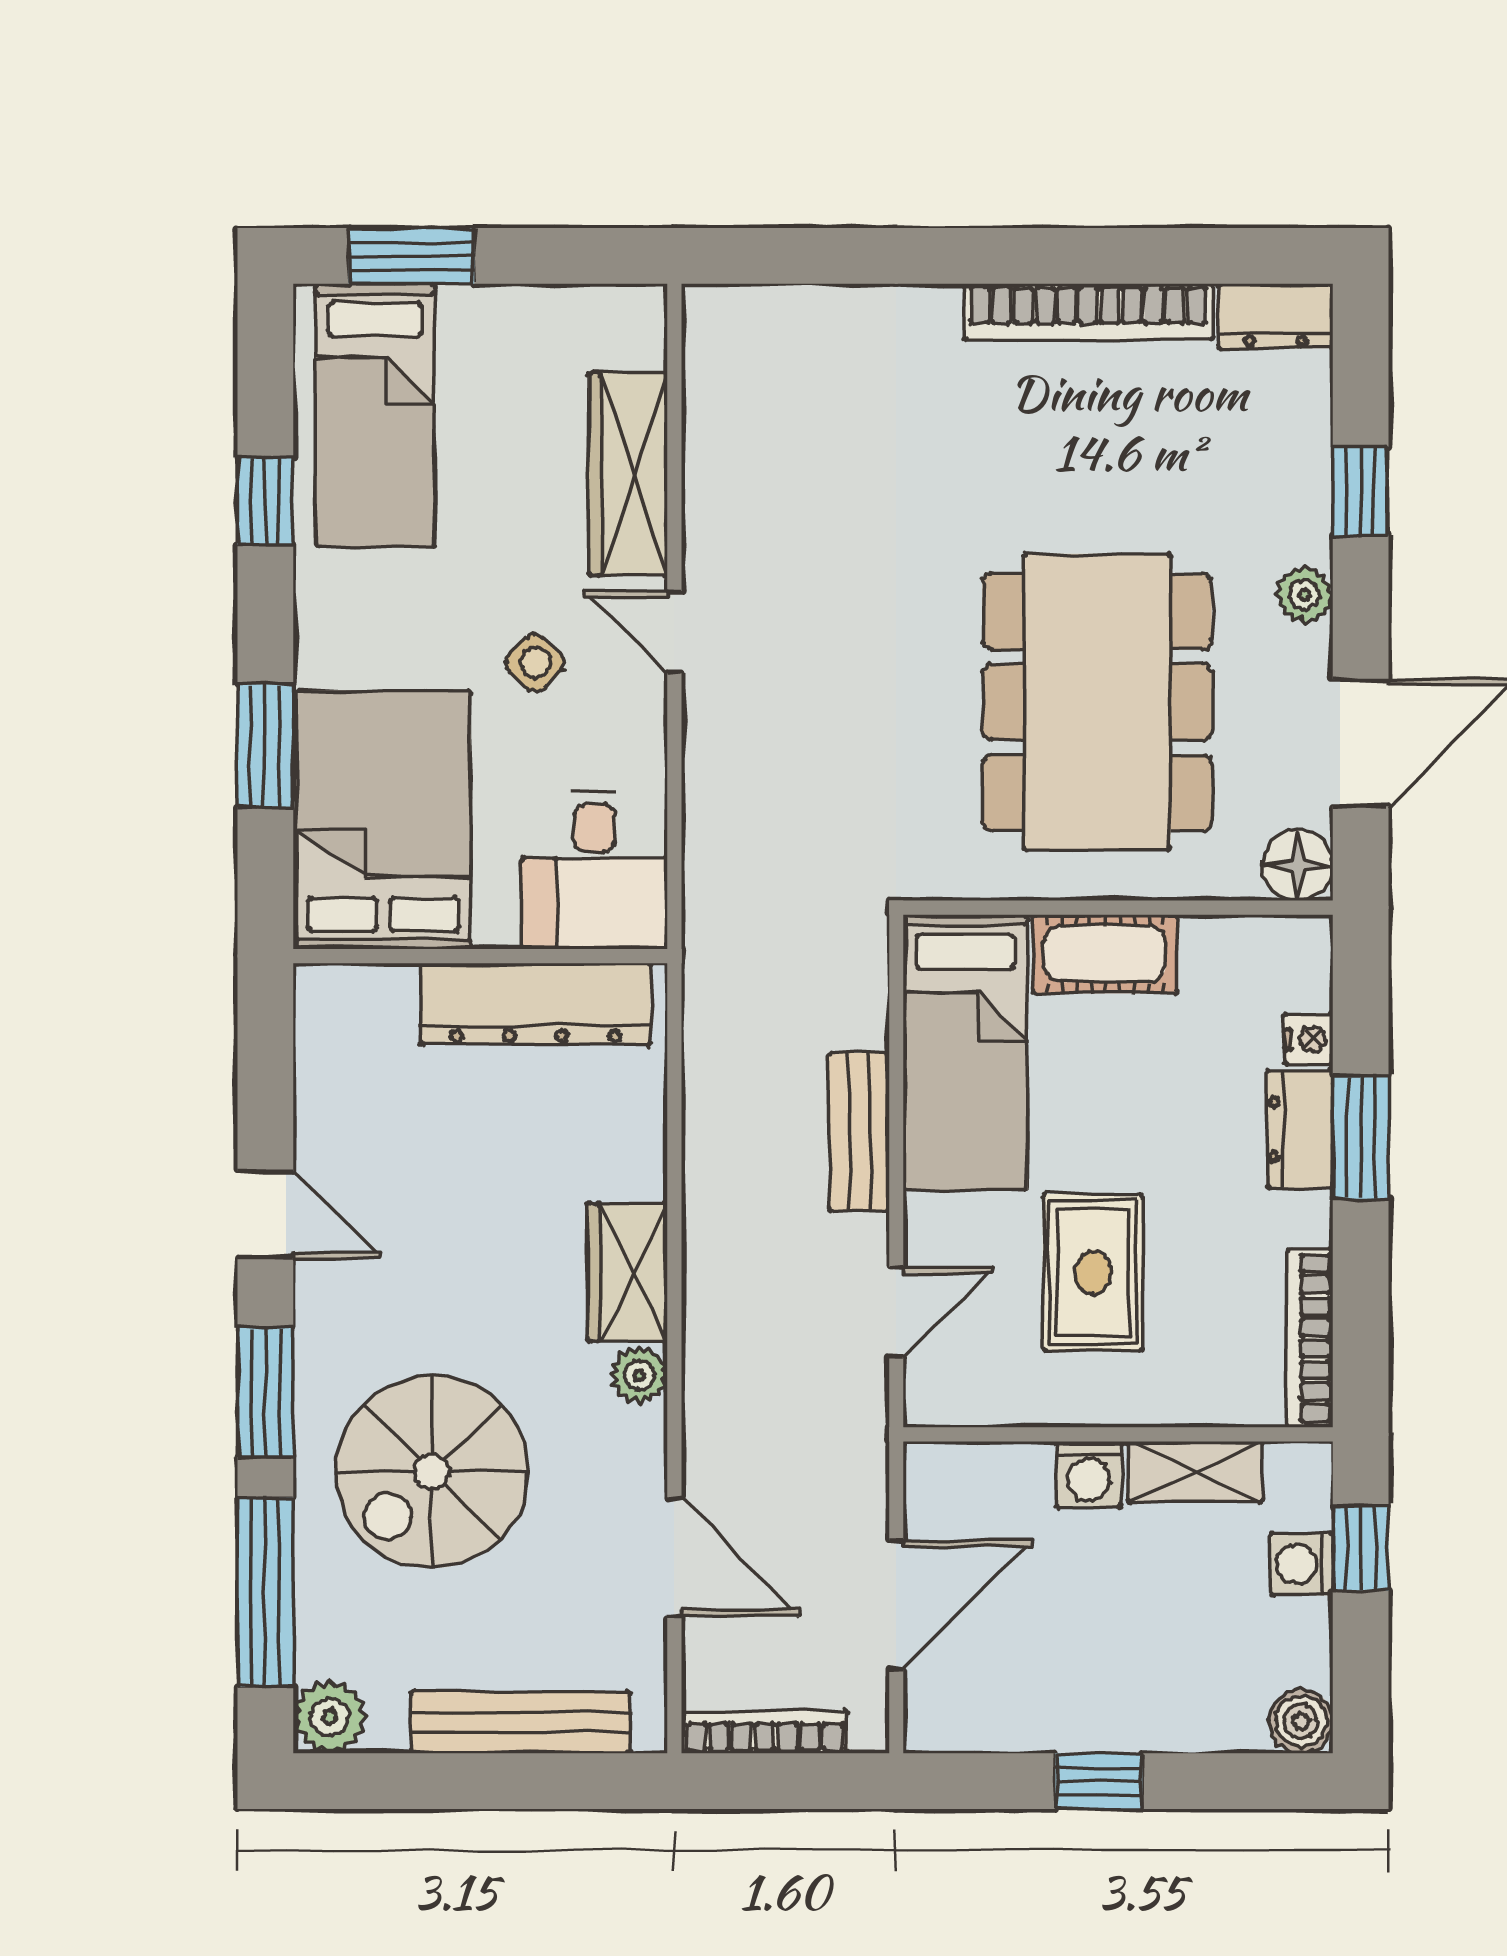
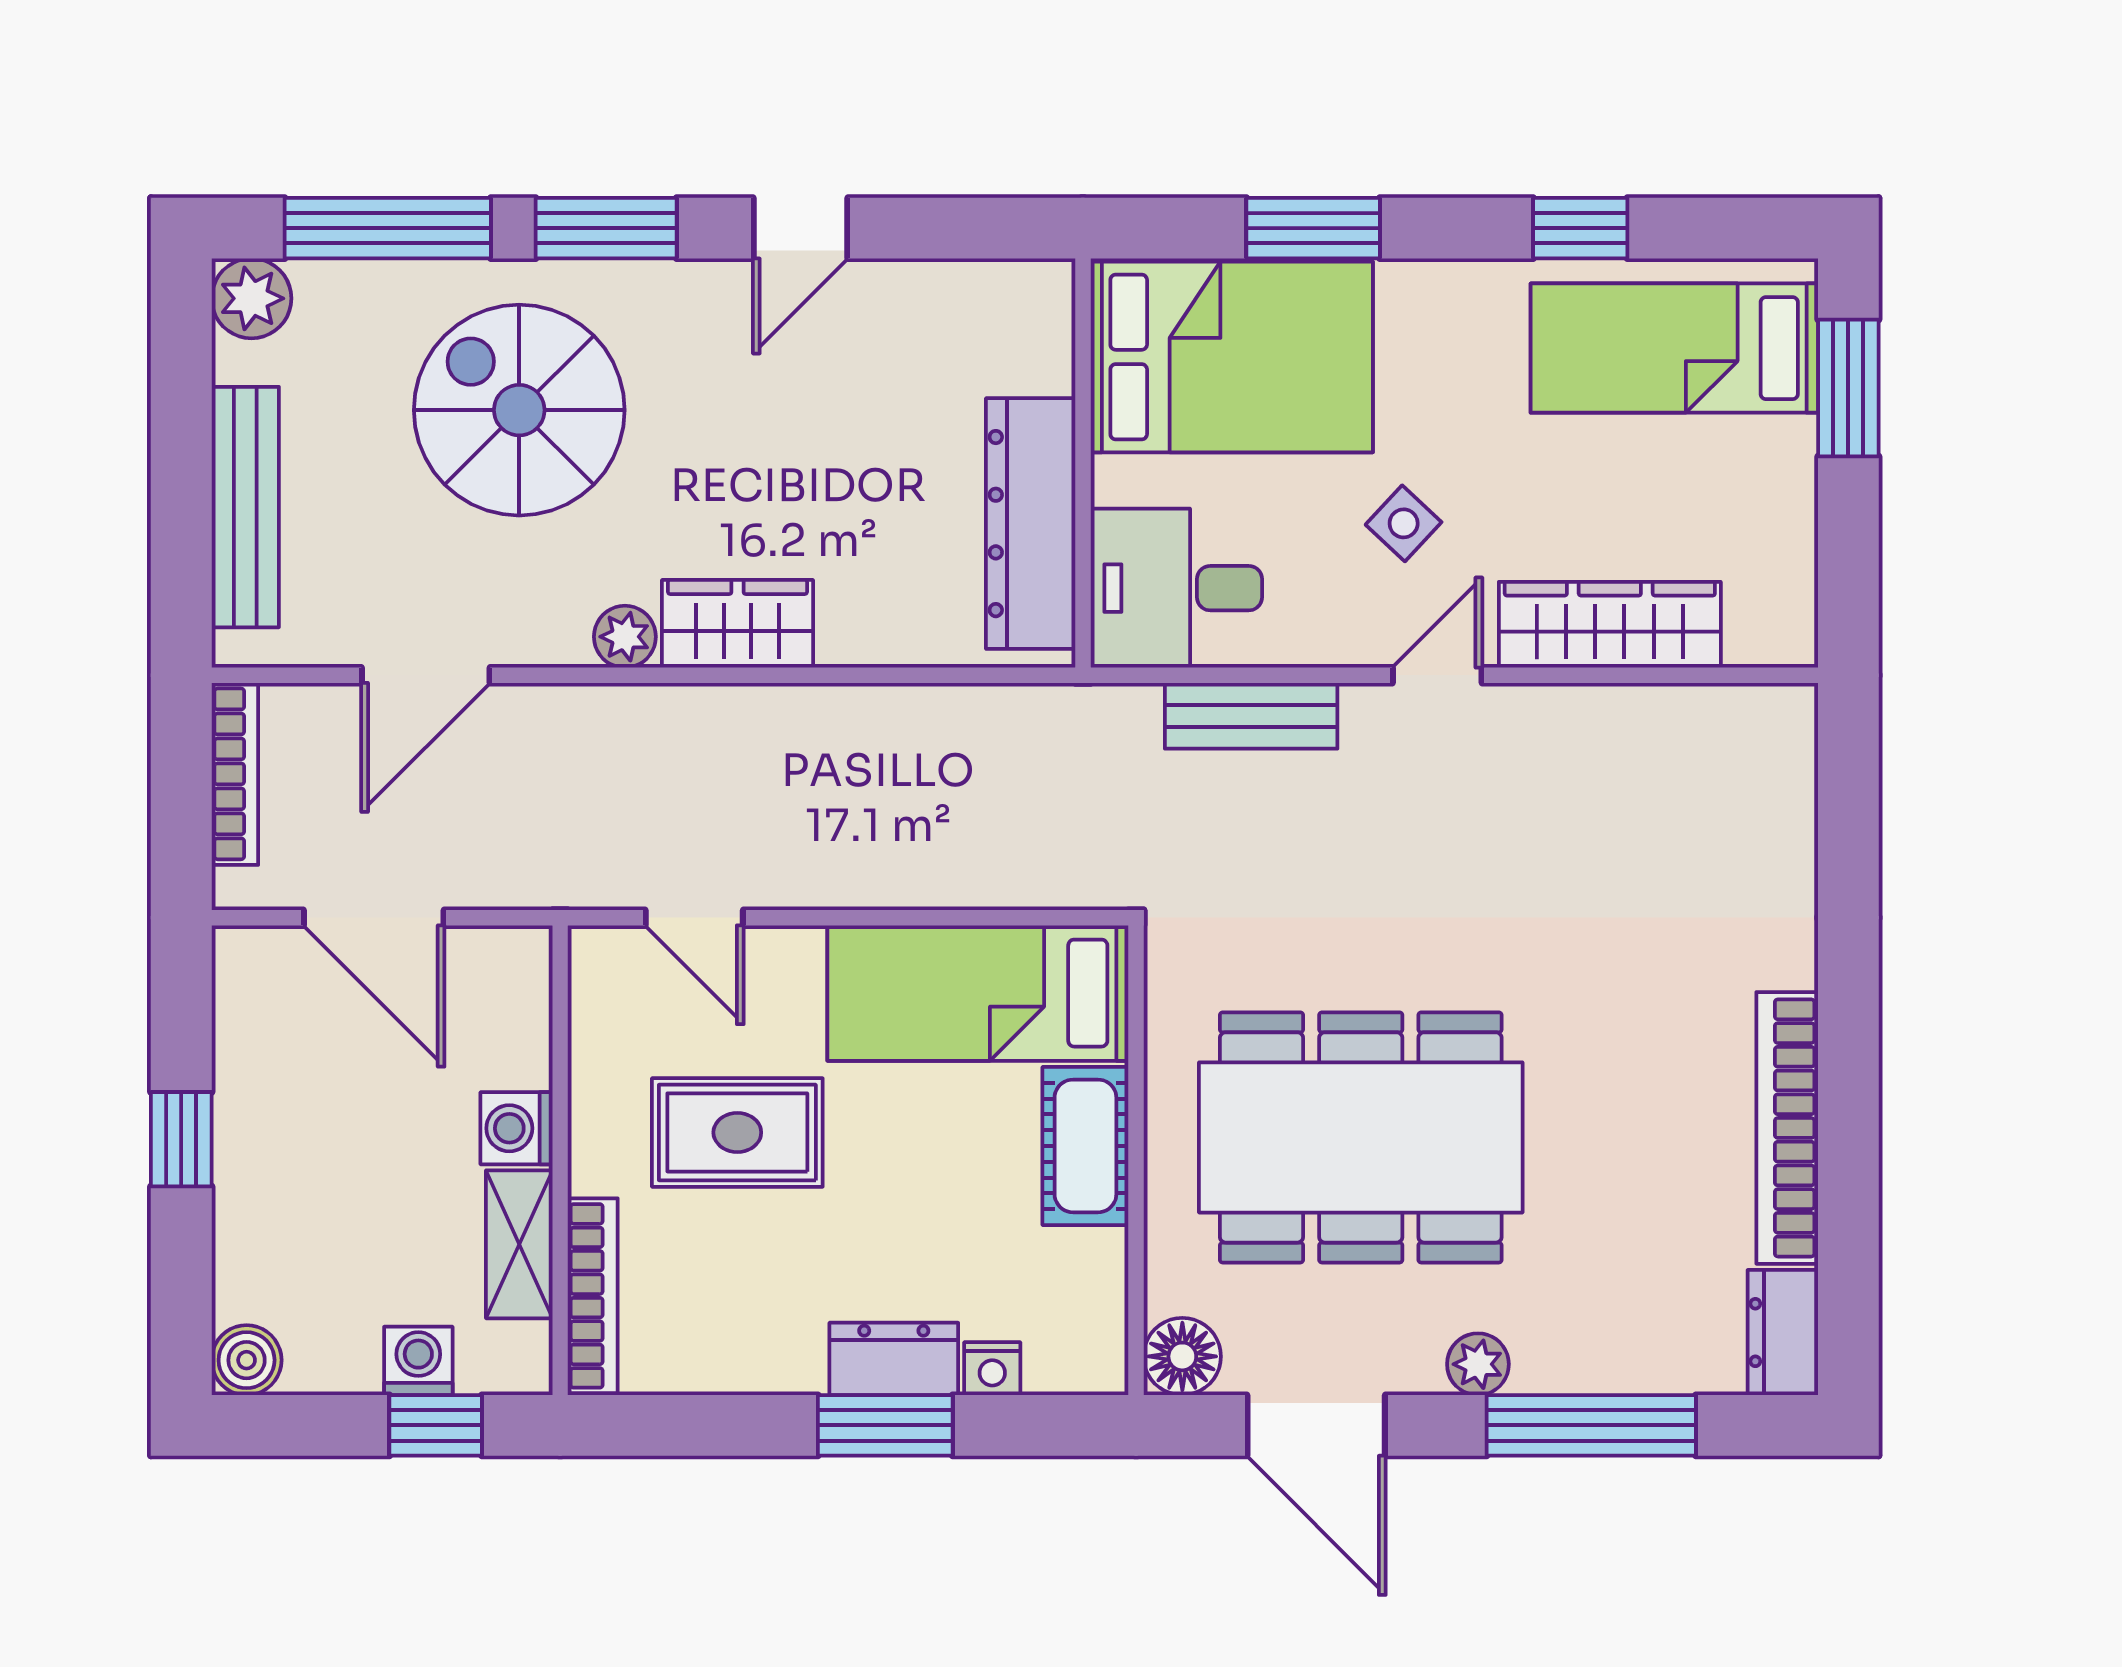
window: (1361, 491) -> (1591, 1425), width x2.17
bench: (859, 1132) -> (1251, 716), moved
bookcase: (1310, 1338) -> (593, 1296), moved, turned 90

